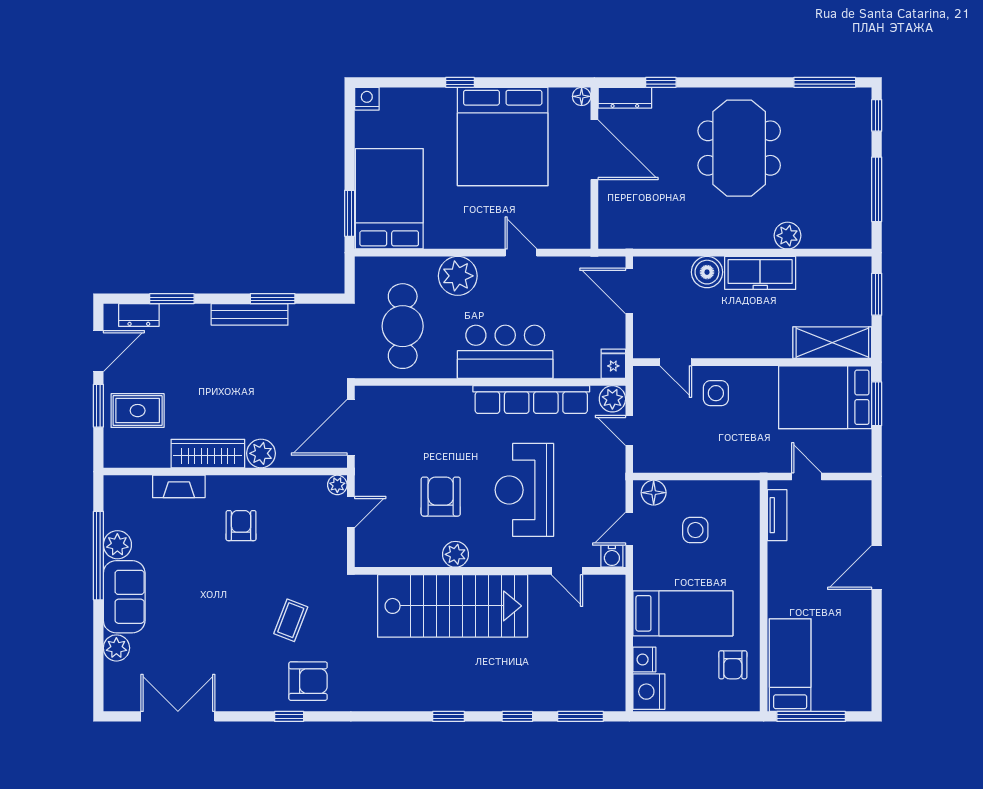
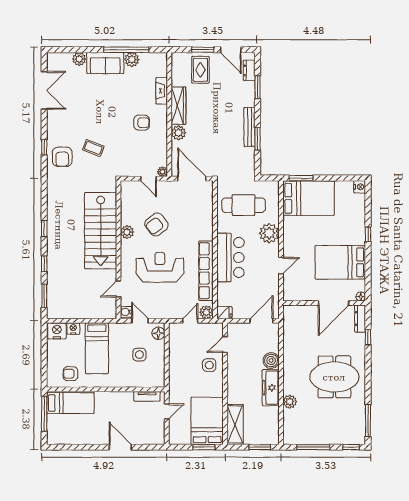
bed: (503, 137) -> (340, 262), width x0.73
armchair: (441, 497) -> (156, 225), turned 143

